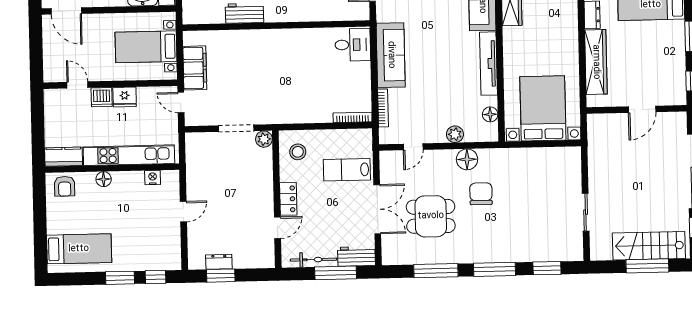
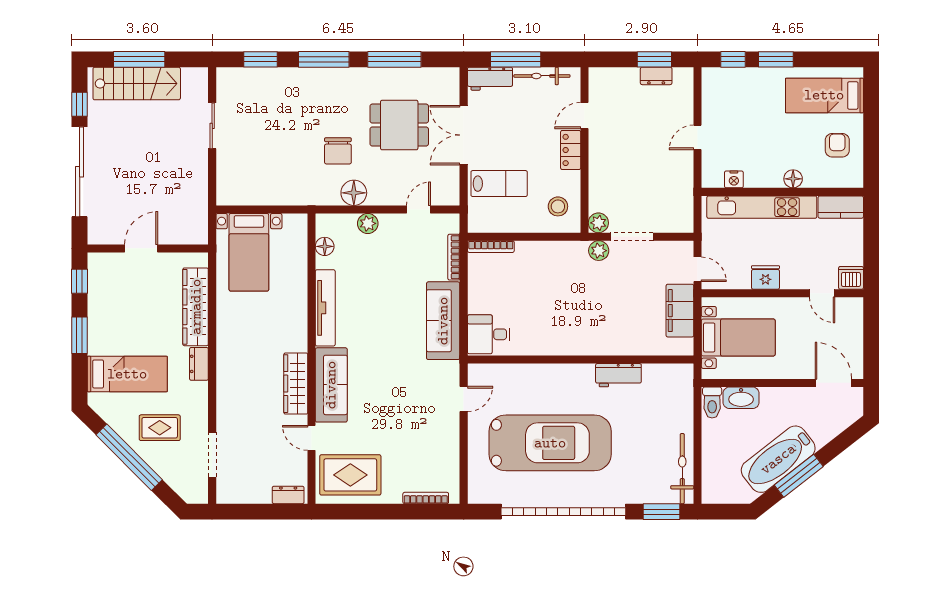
dishwasher: (102, 97) -> (851, 278), moved
bed with nightstands: (543, 108) -> (249, 252), width x0.73
plant: (263, 116) -> (599, 251), added
armchair: (65, 186) -> (837, 145), moved

